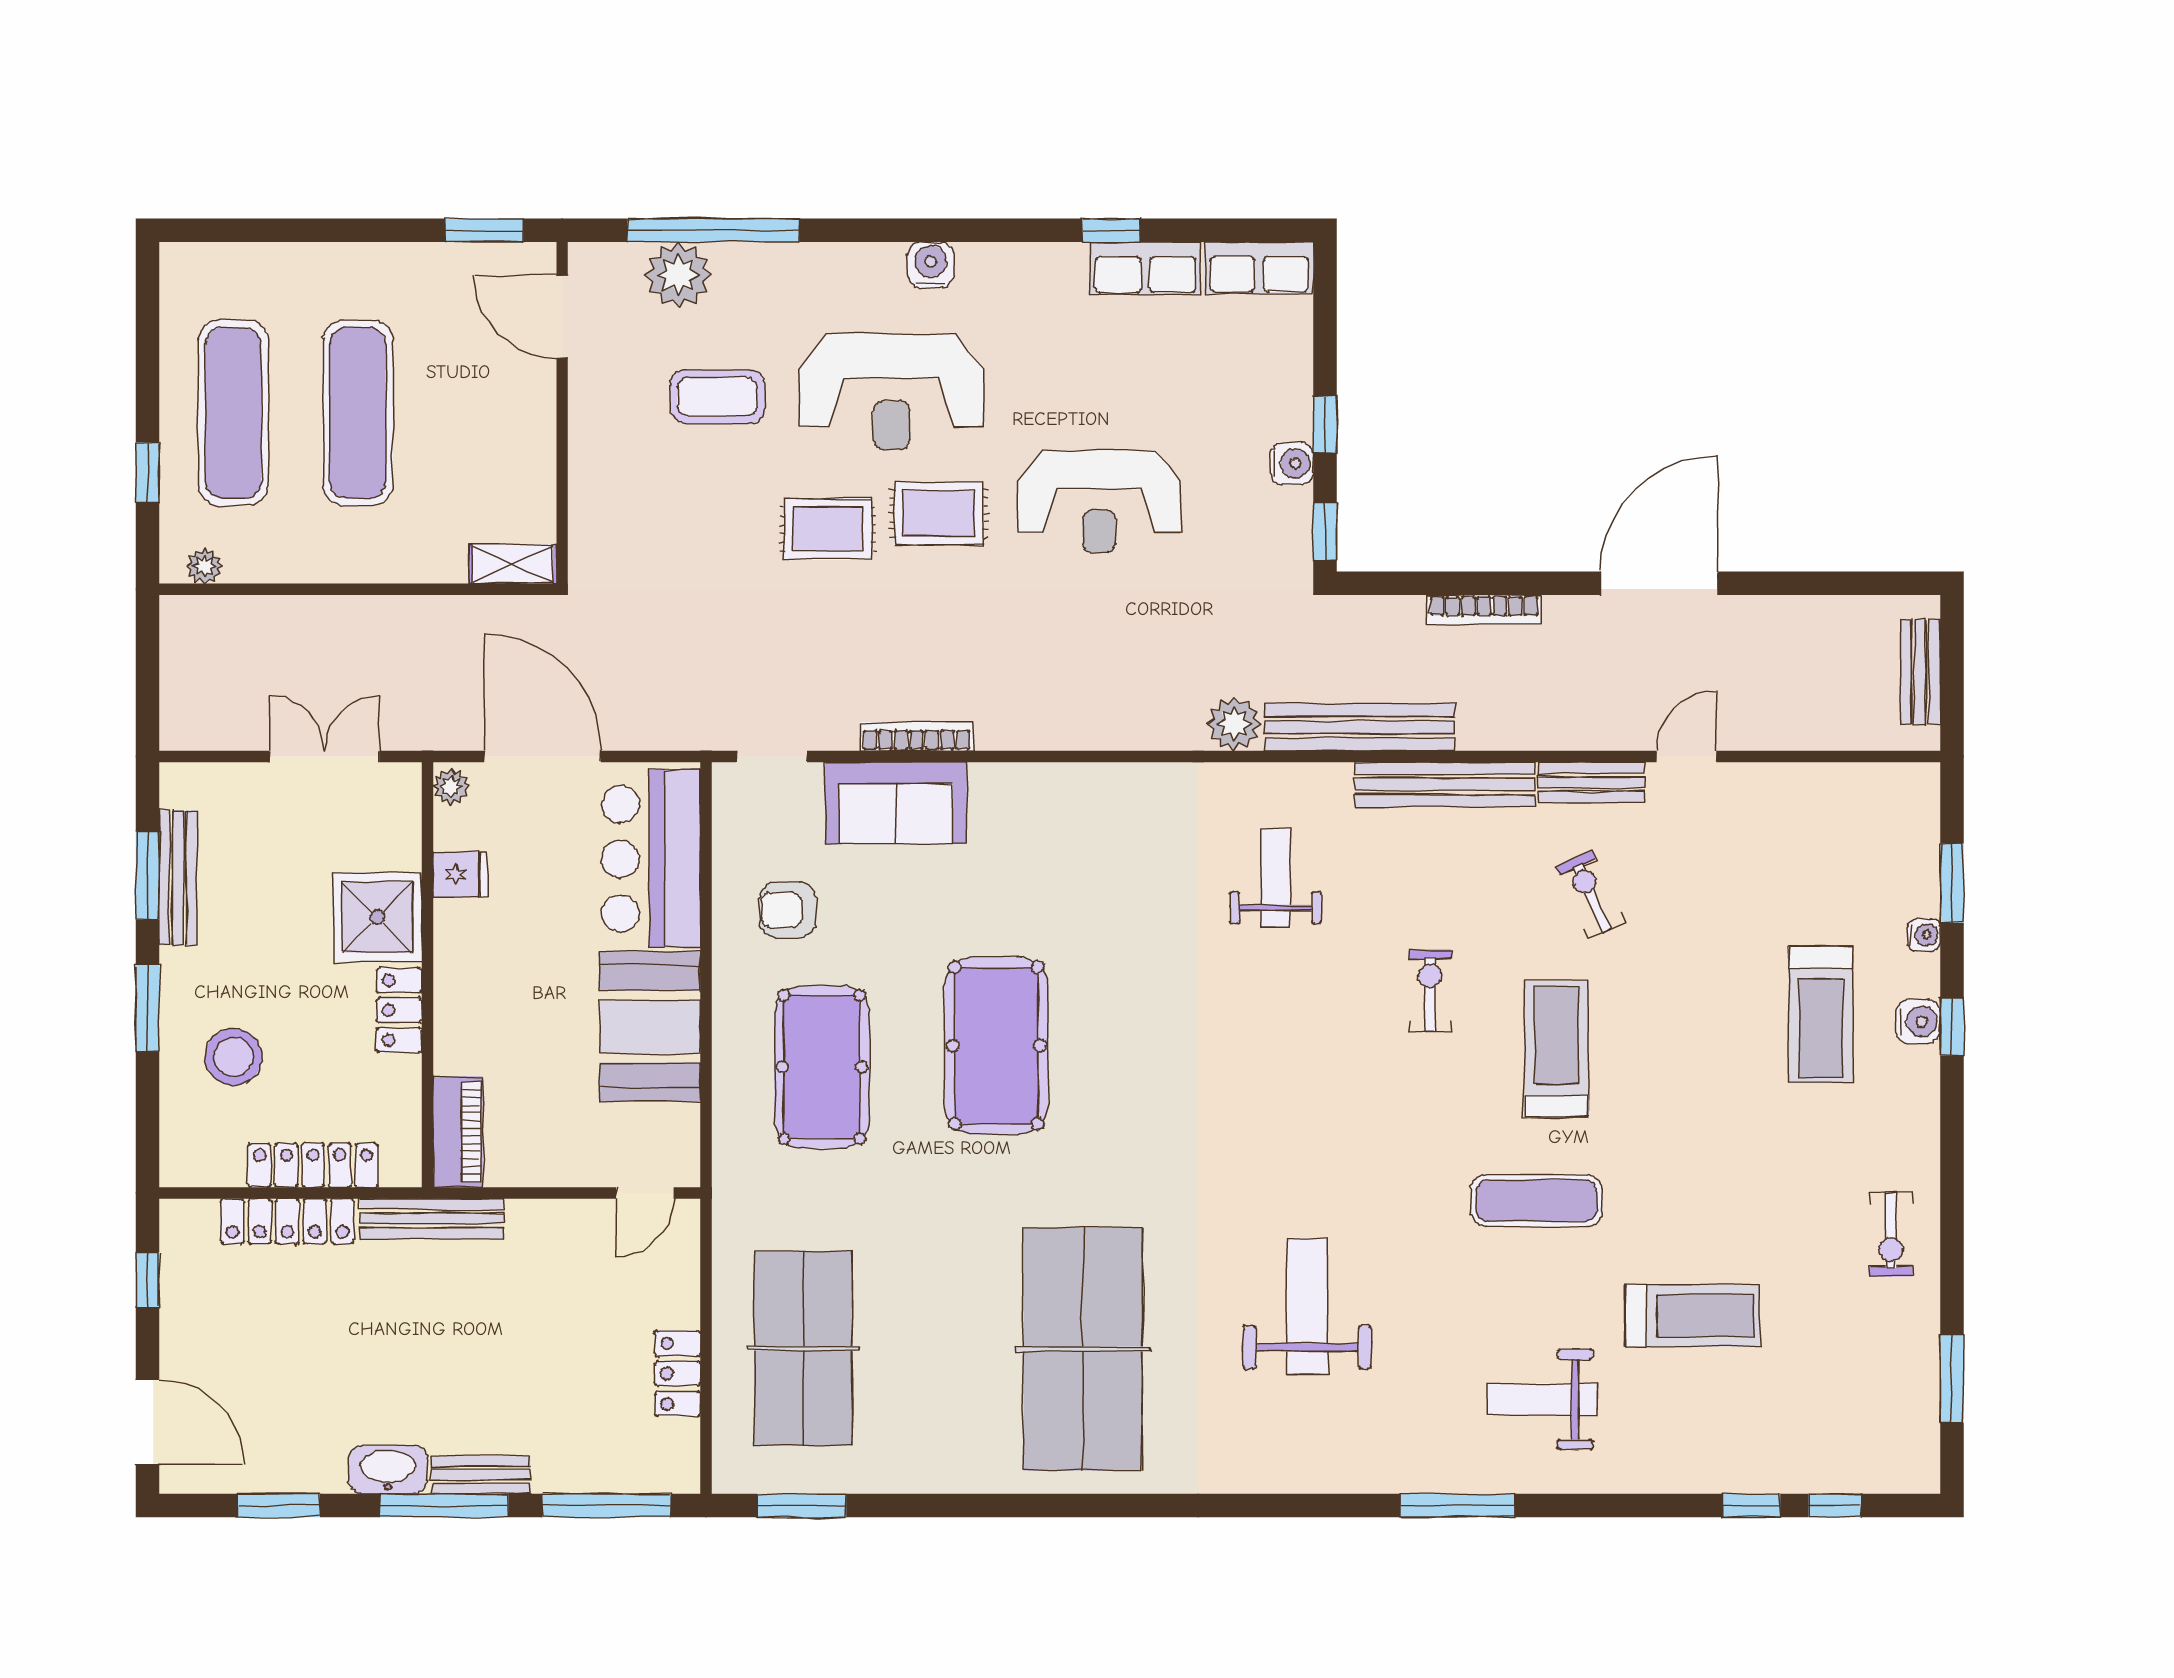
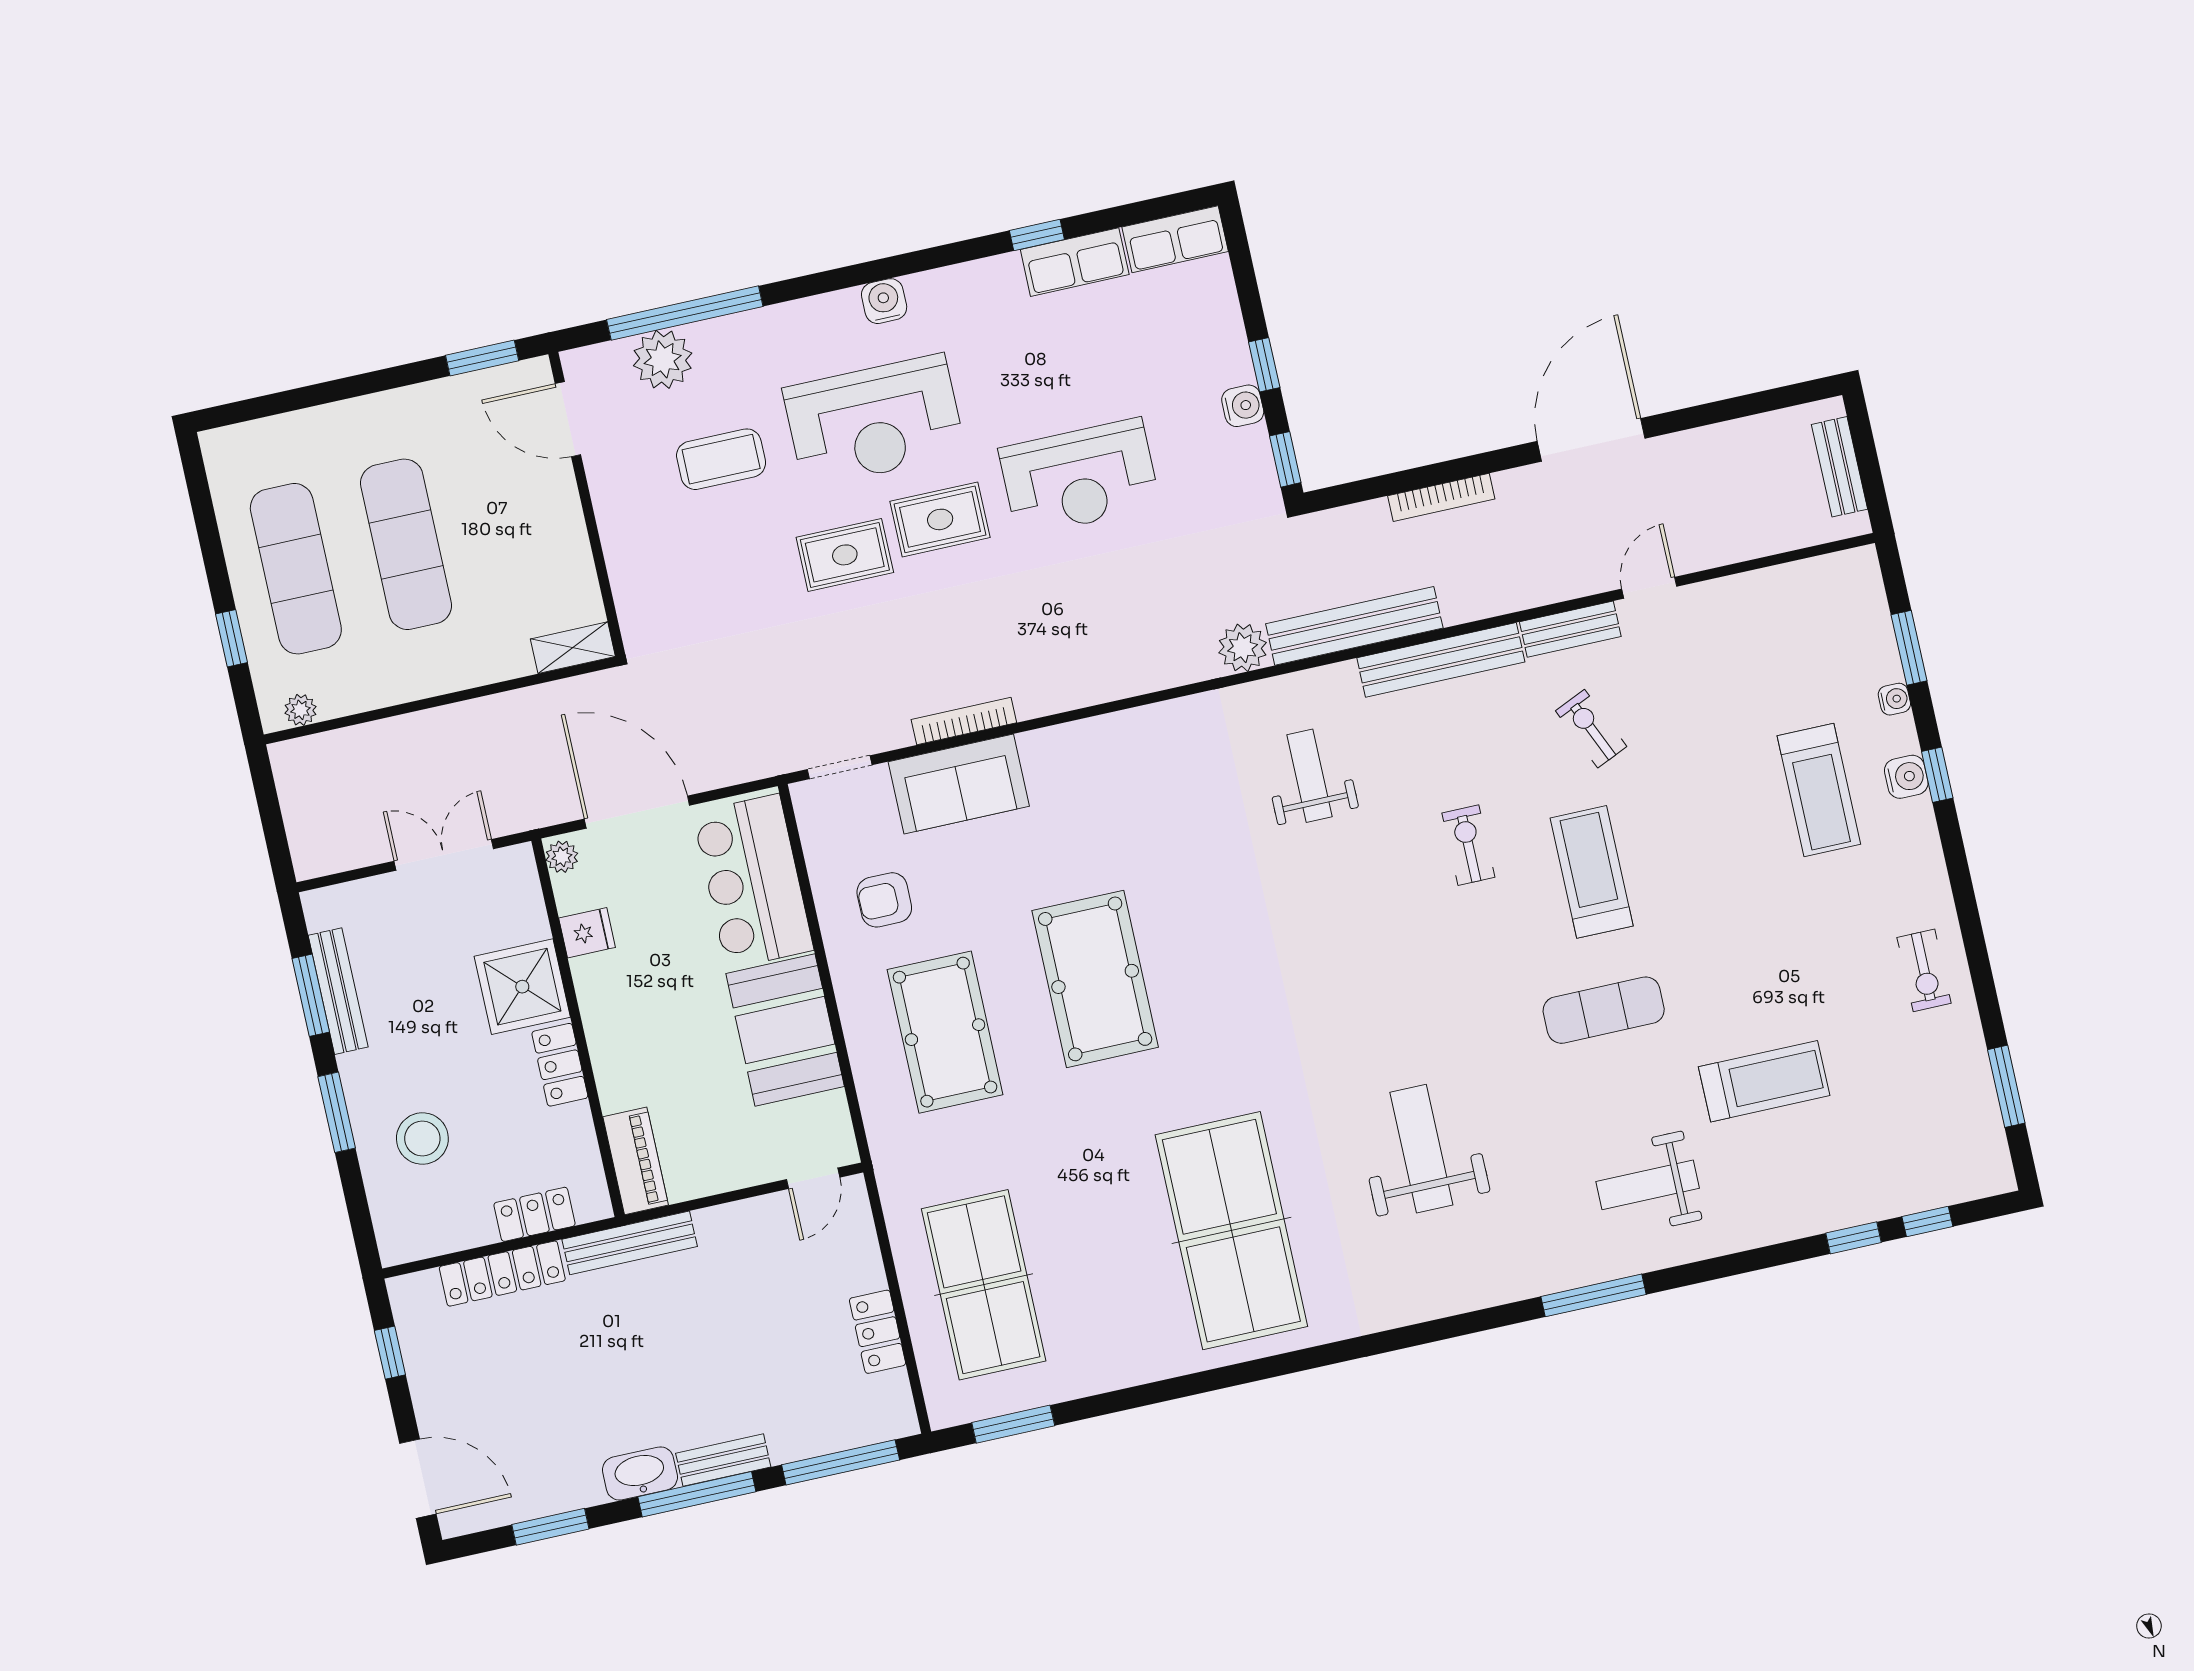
locker: (313, 1165) -> (534, 1214), width x0.66

